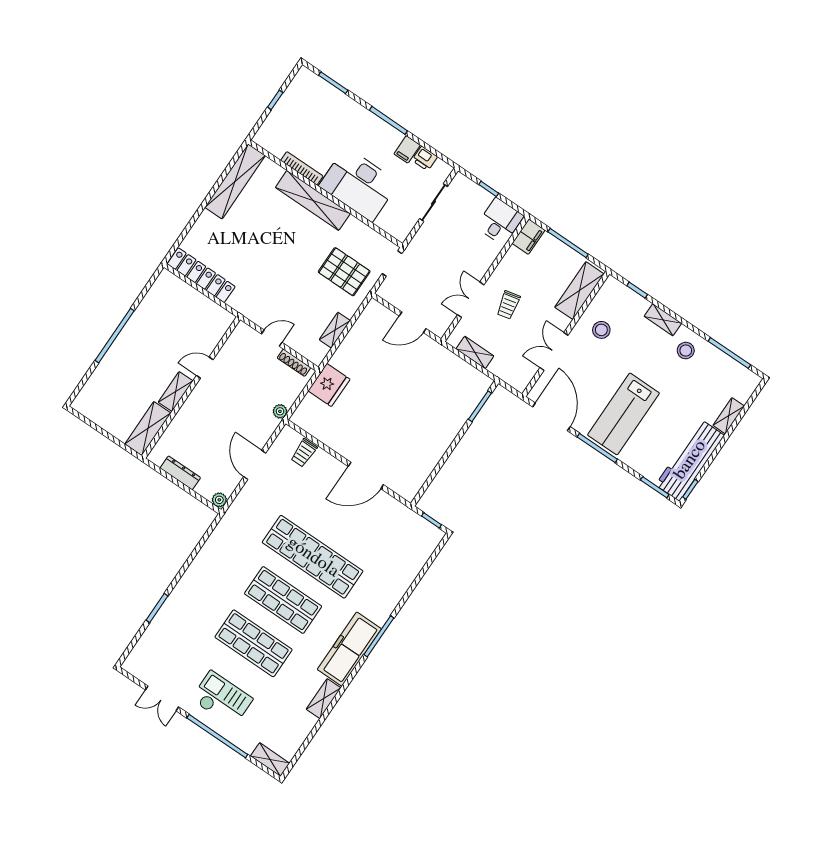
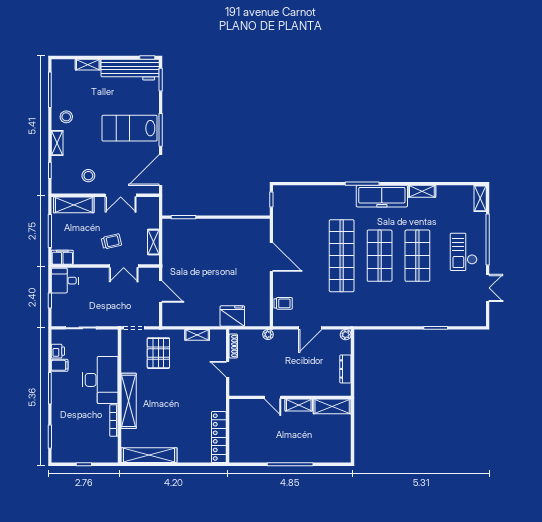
lab bench: (623, 414) -> (130, 128), turned 180

